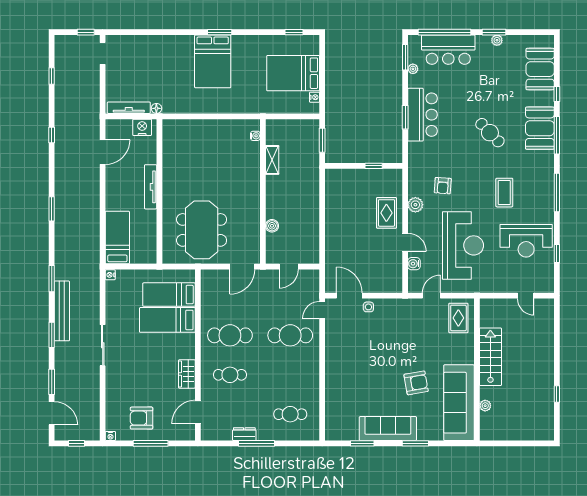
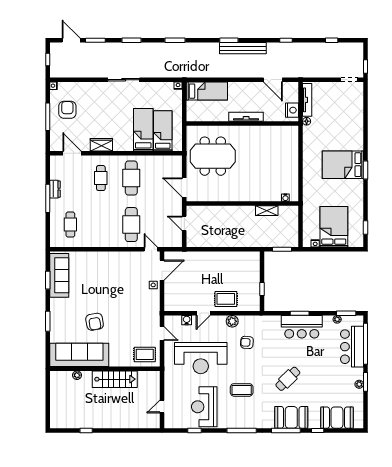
boiler: (272, 226) -> (216, 210), removed
bench: (62, 311) -> (243, 48), moved
door: (52, 413) -> (71, 40), swing flipped
sofa: (388, 429) -> (59, 275), moved

